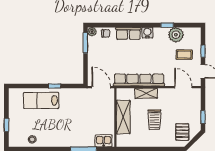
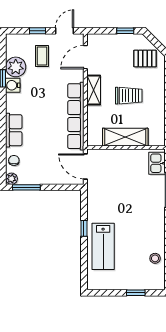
water cooler: (147, 33) -> (13, 85), moved
door: (101, 87) -> (85, 166), hinge flipped
shelving: (146, 93) -> (94, 90), moved

